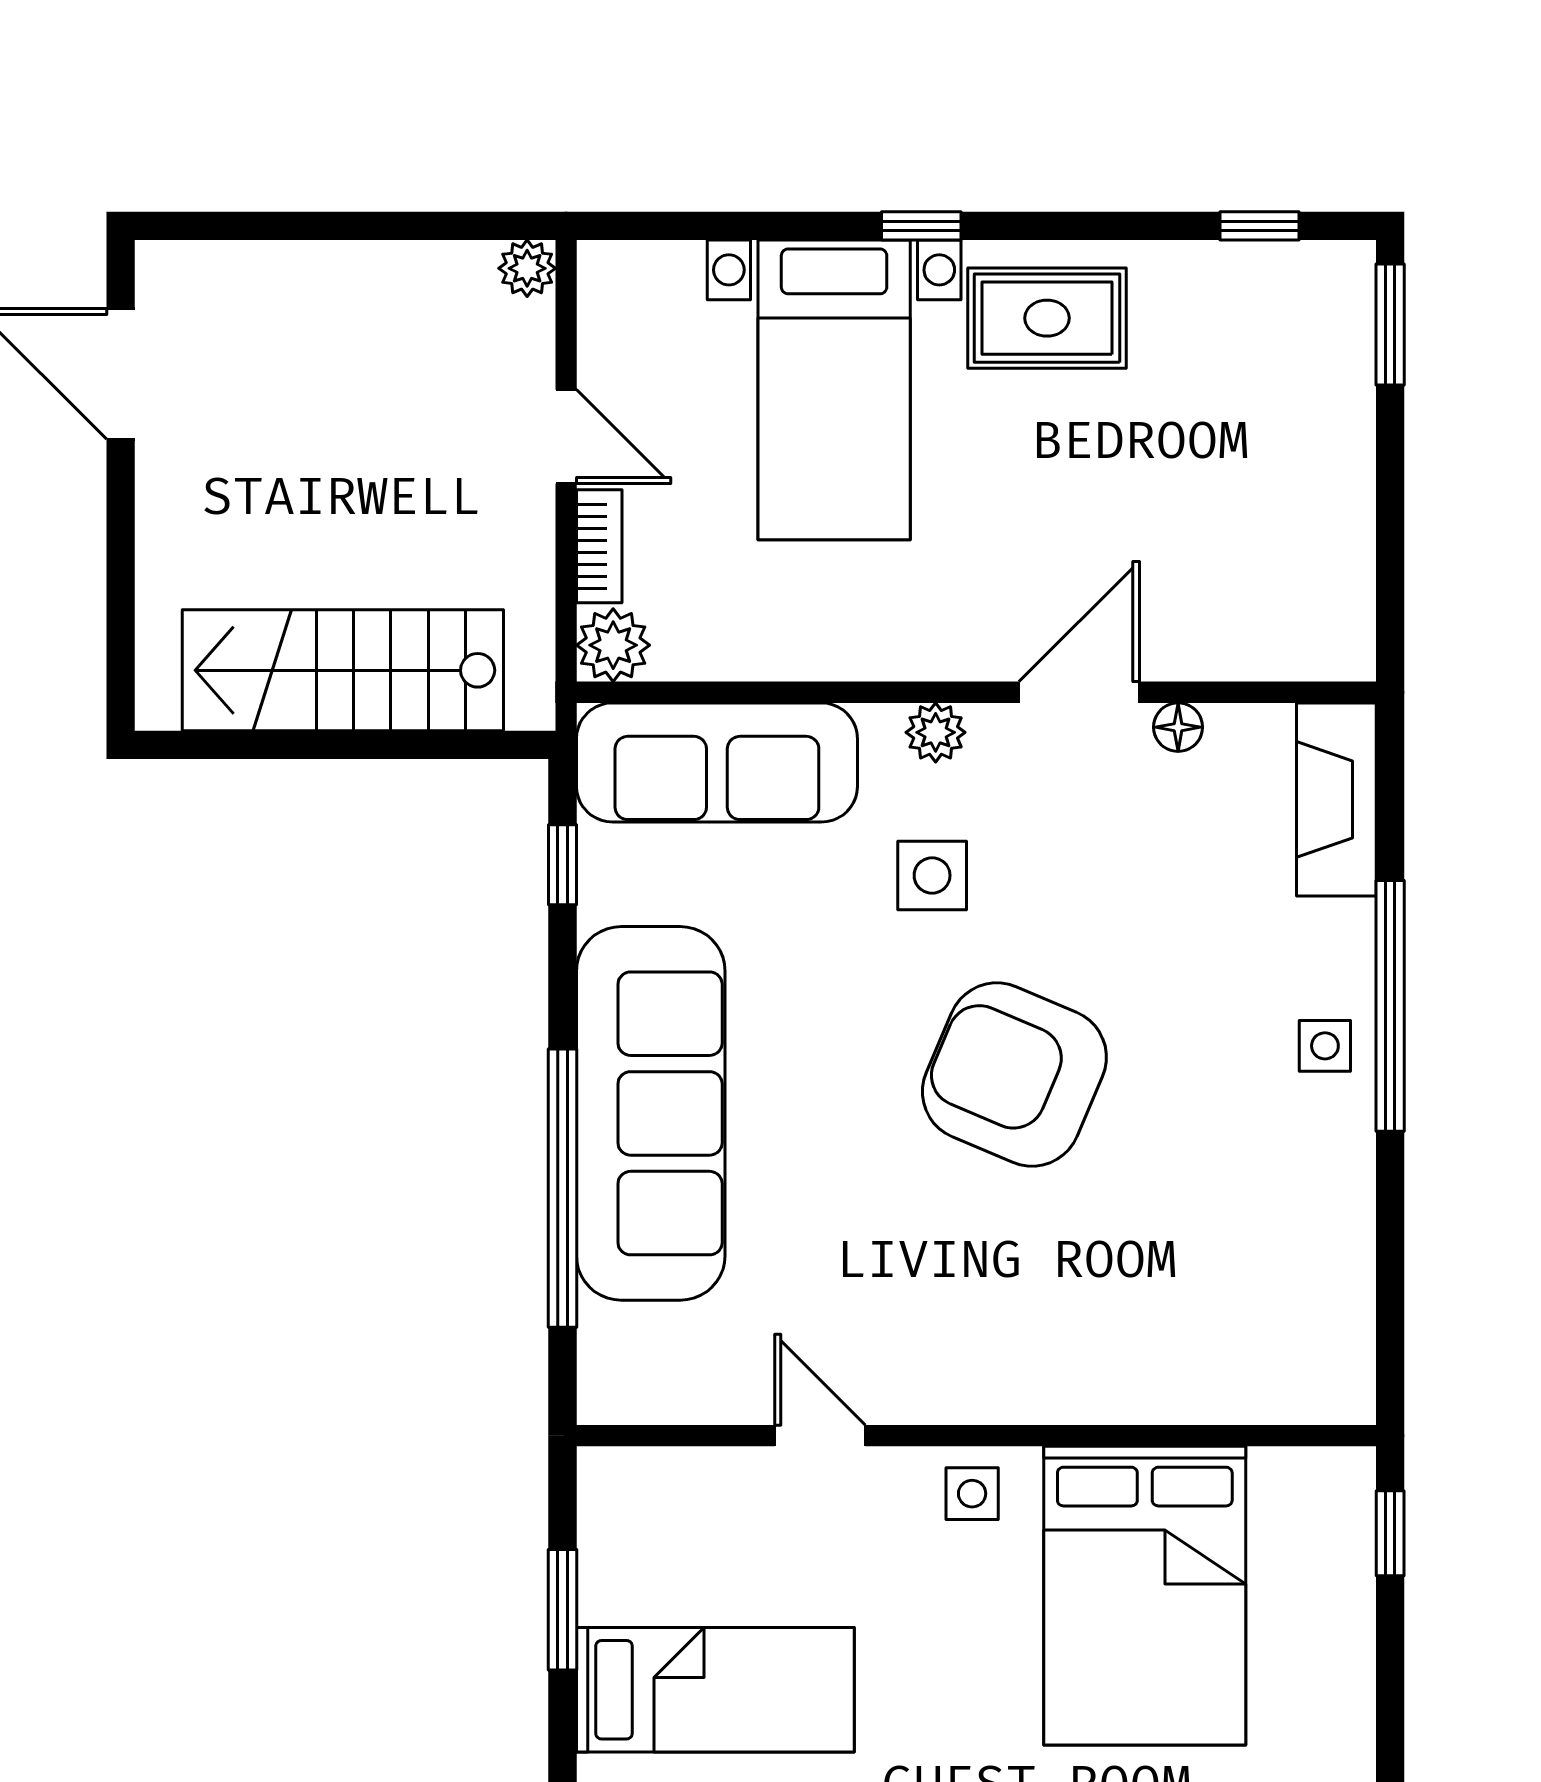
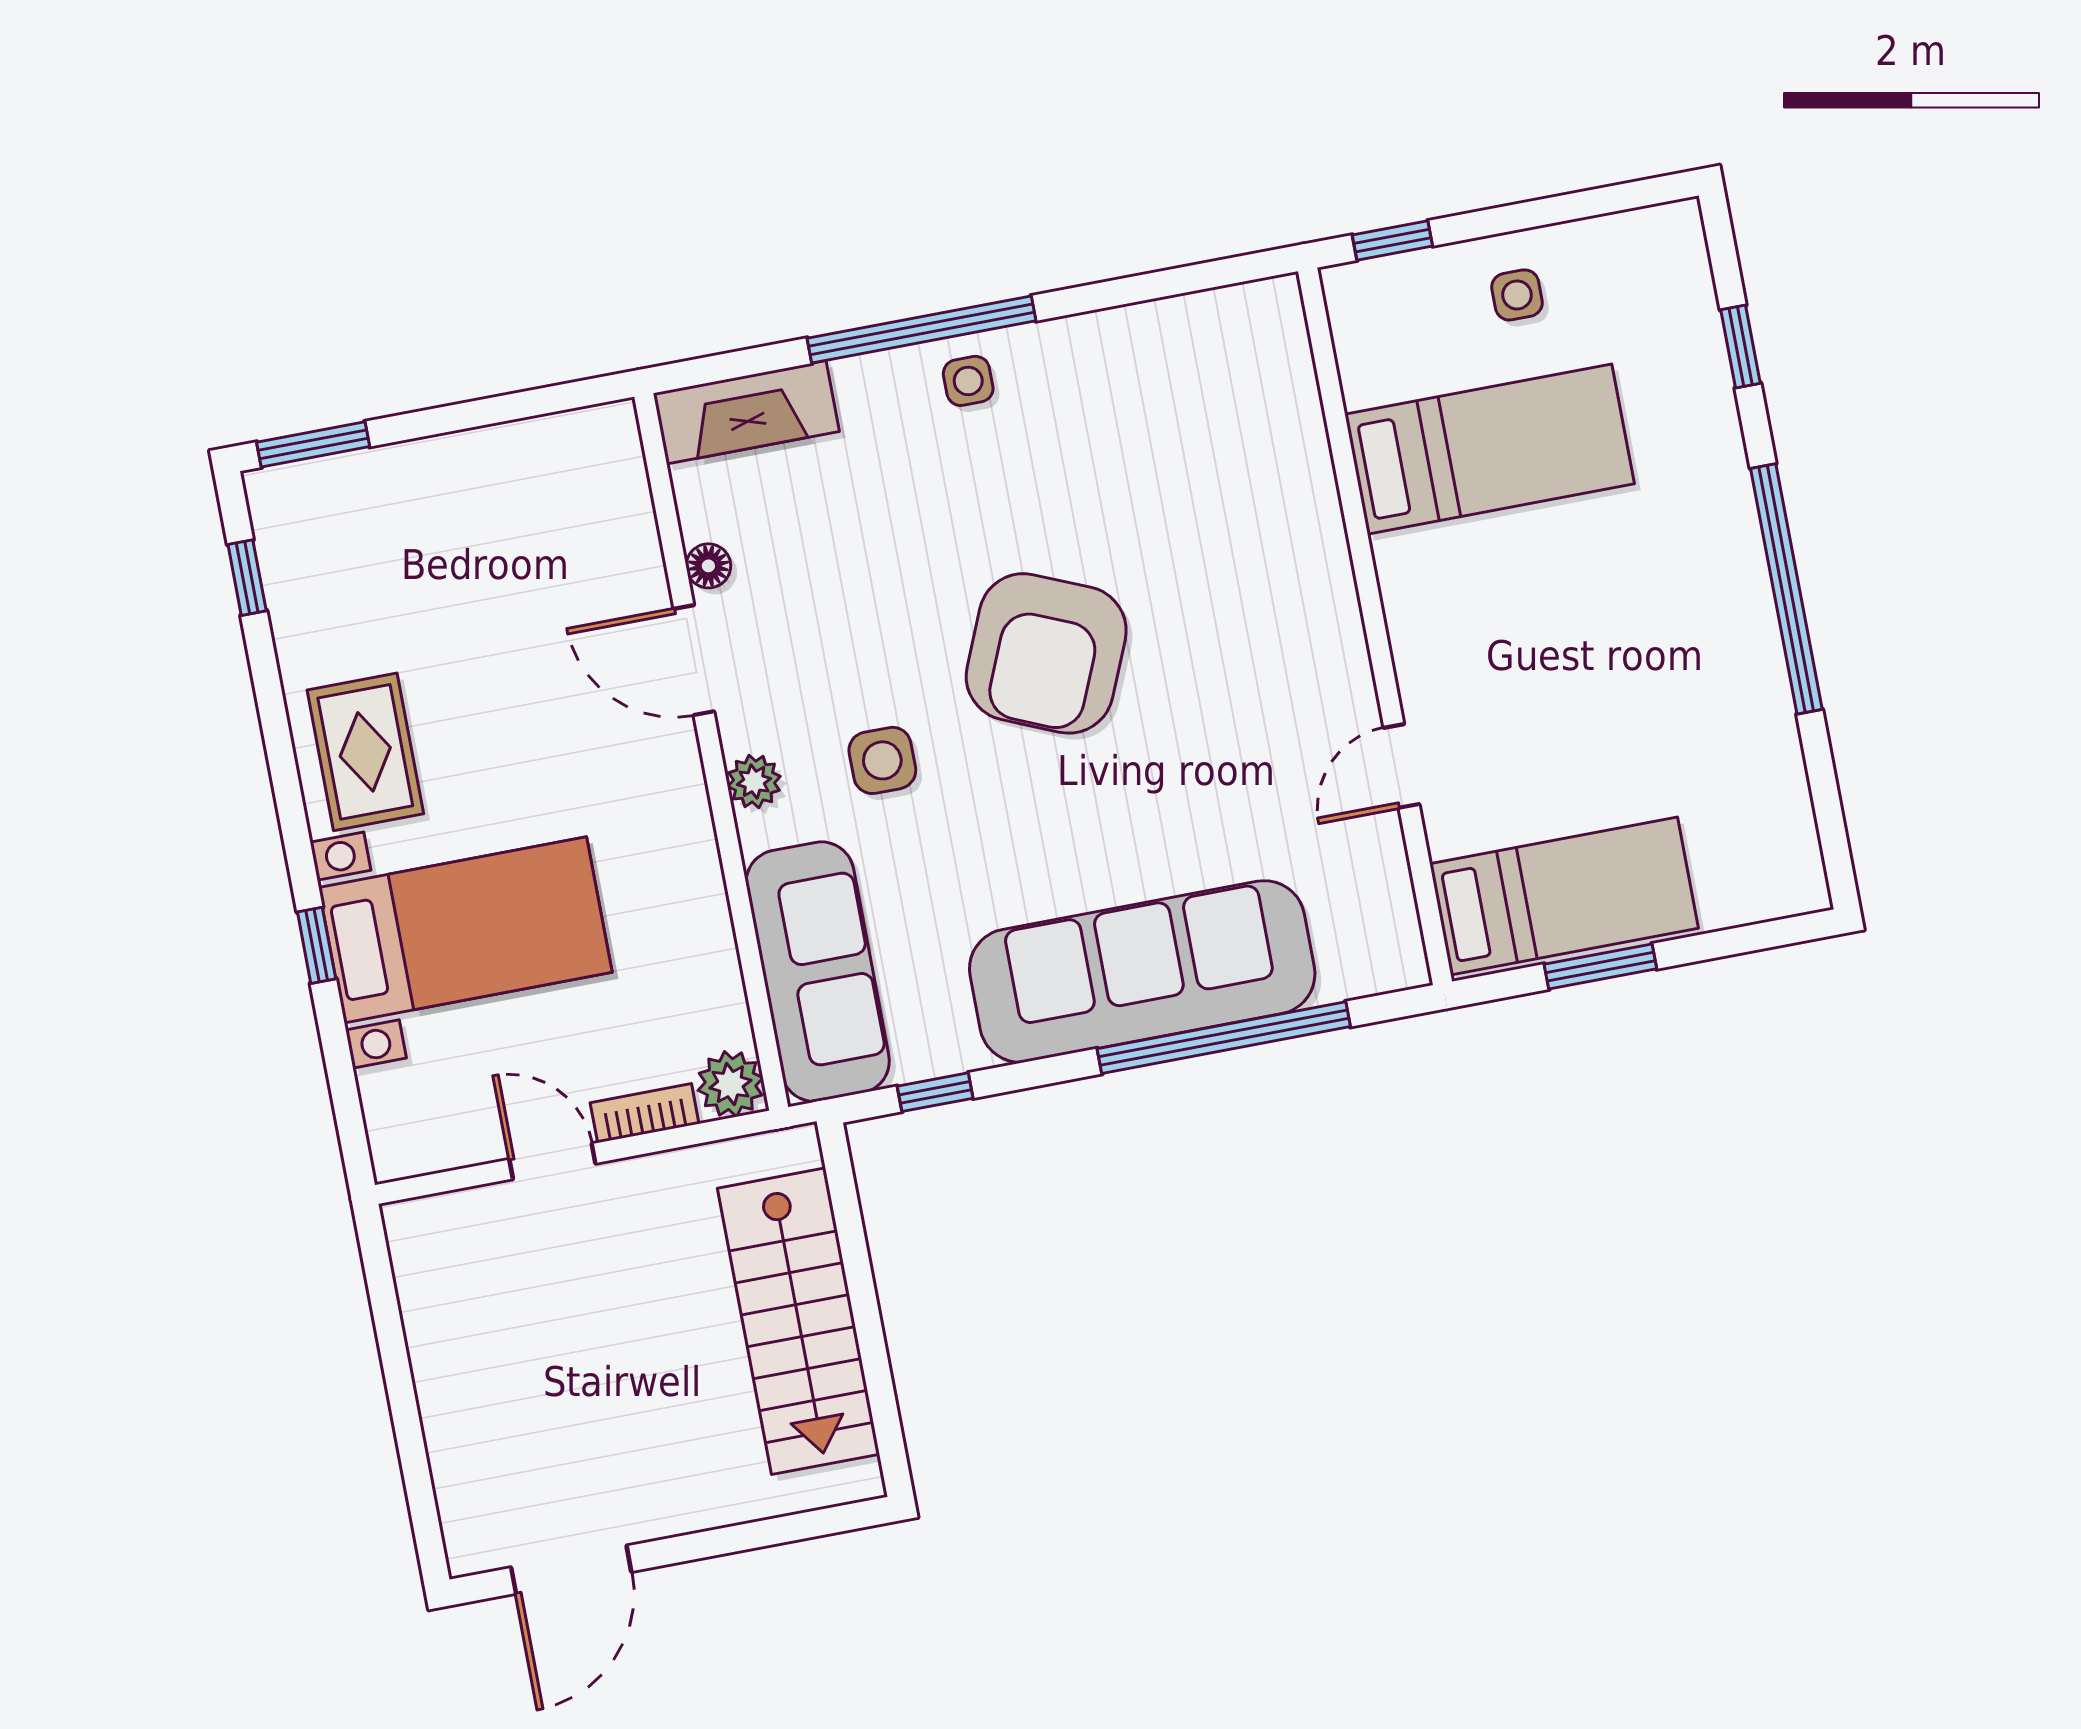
window: (921, 226) -> (317, 945), moved
plant: (527, 268) -> (408, 1224), removed
door: (566, 437) -> (552, 1161), hinge flipped
side table: (972, 1494) -> (1517, 295), moved
bed: (1145, 1596) -> (1489, 449), width x0.67
bed: (715, 1690) -> (1564, 896), moved, turned 90

